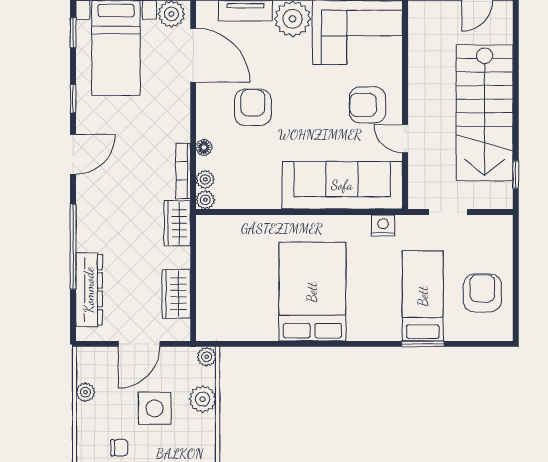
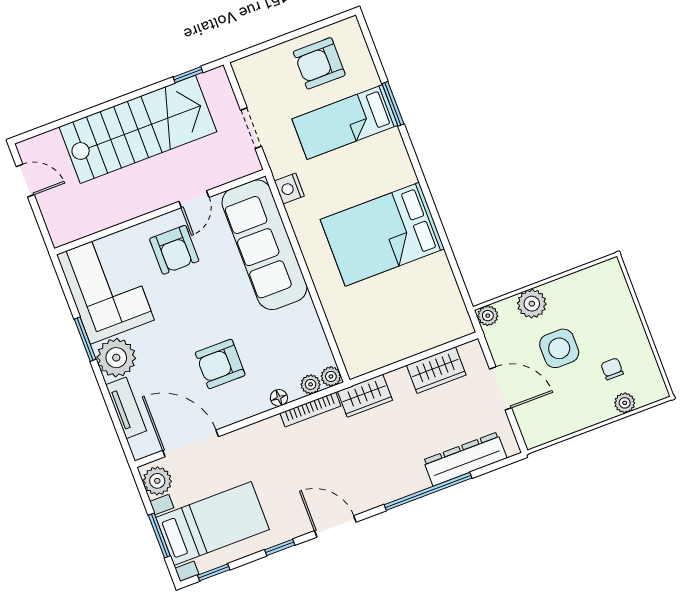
door: (193, 55) -> (191, 443), hinge flipped
plant: (85, 392) -> (625, 403), moved

